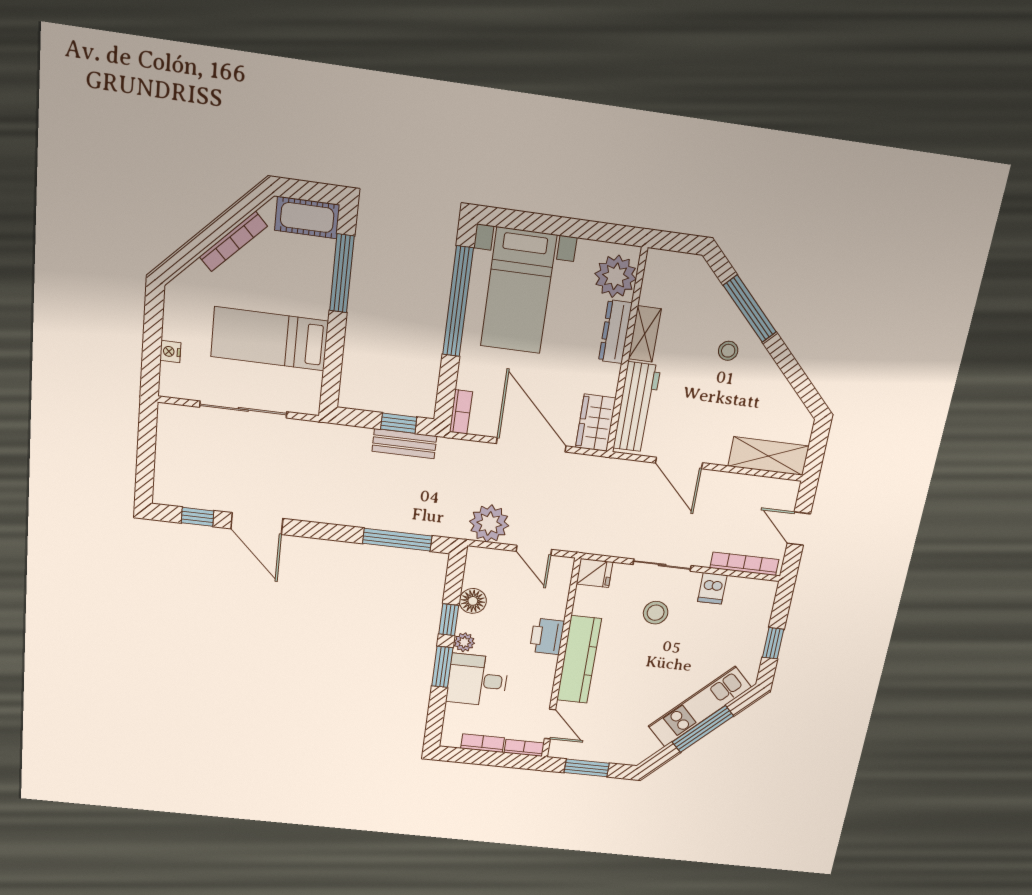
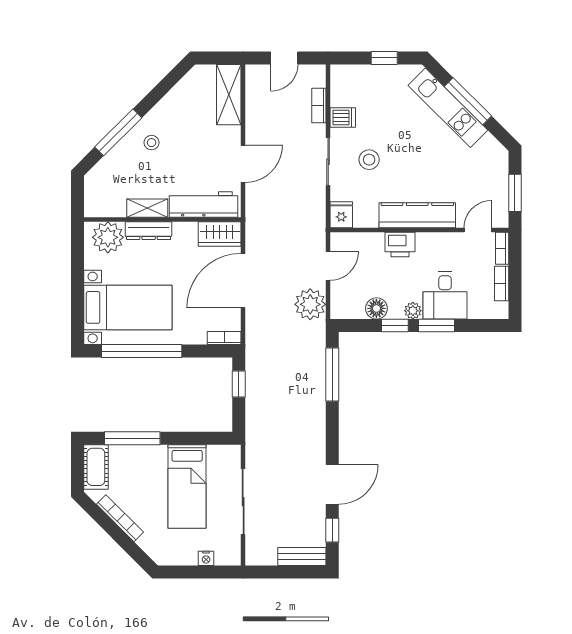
bench: (404, 444) -> (302, 556), moved, turned 90
bookcase: (744, 564) -> (319, 105), width x0.64

